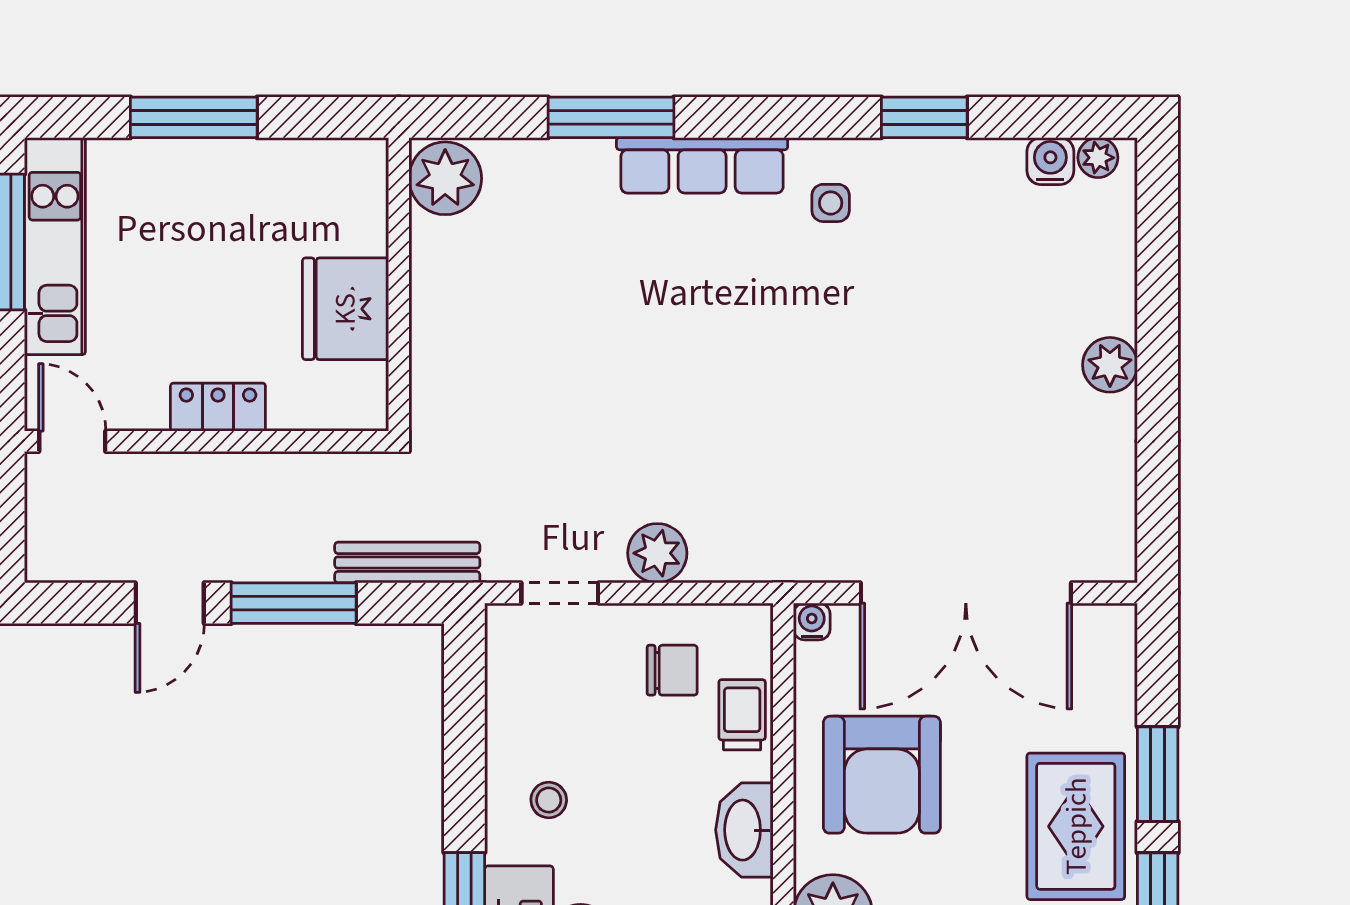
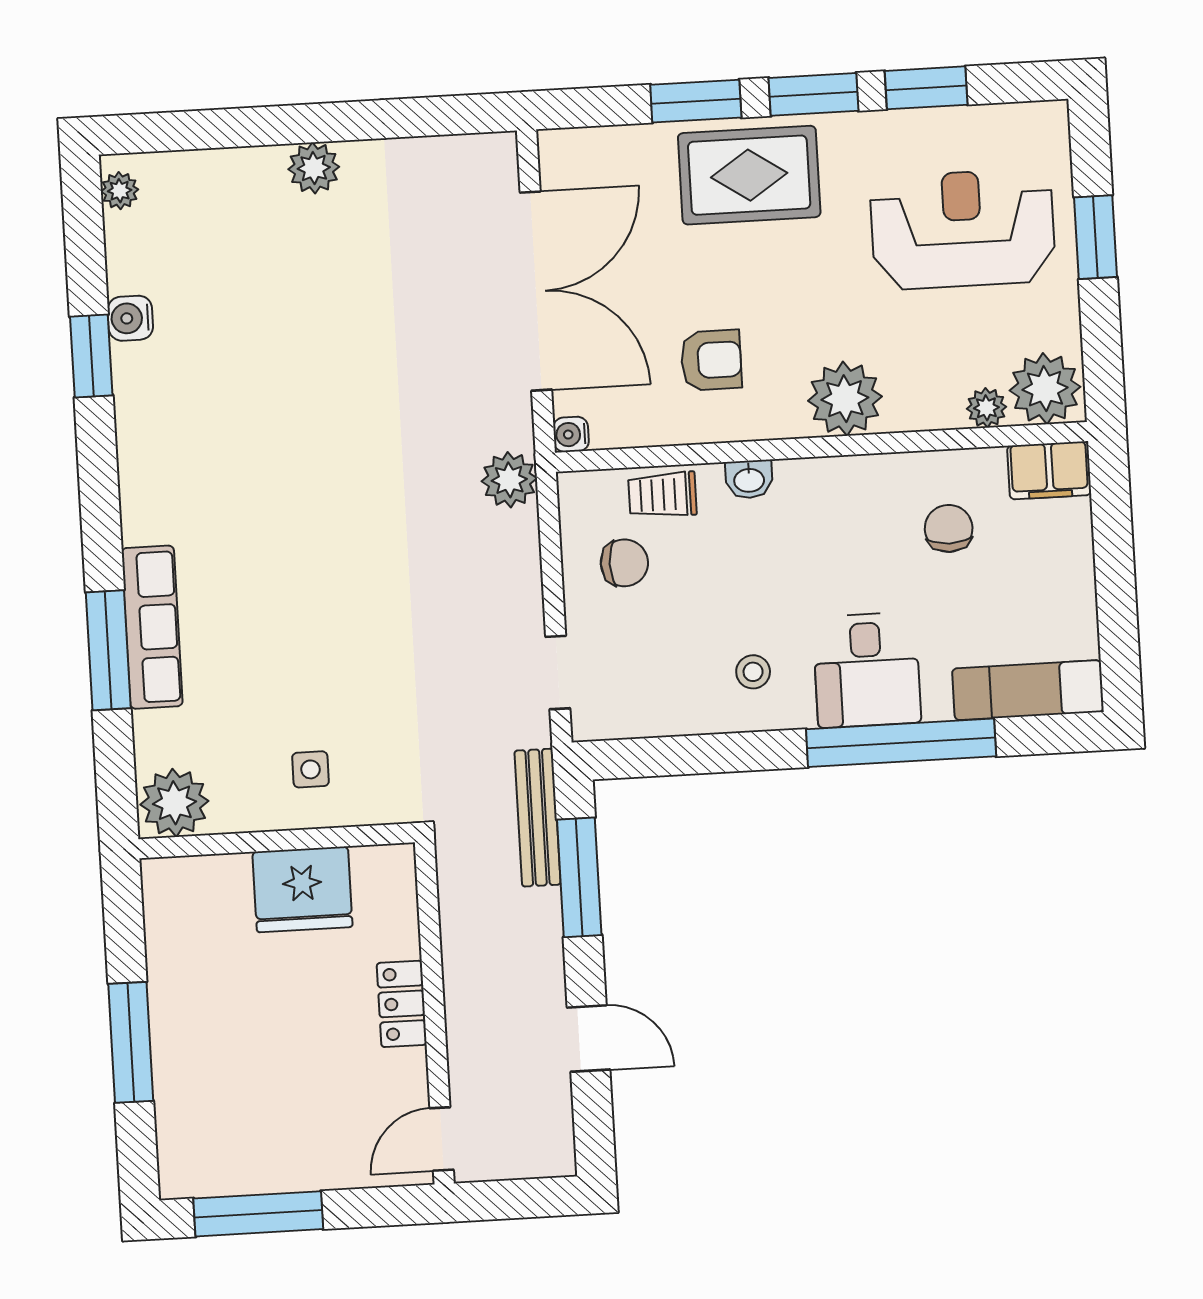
water cooler: (1050, 161) -> (130, 318), moved
row of seats: (702, 165) -> (152, 627), moved
side table: (831, 203) -> (311, 769), moved
kitchen unit: (55, 246) -> (259, 1166), removed
plant: (657, 553) -> (509, 480), moved
window: (294, 603) -> (579, 877), moved
chair: (672, 670) -> (624, 563), turned 90
armchair: (882, 775) -> (711, 360), width x0.53, depth x0.53
washbasin: (744, 830) -> (749, 479), width x0.52, depth x0.69

